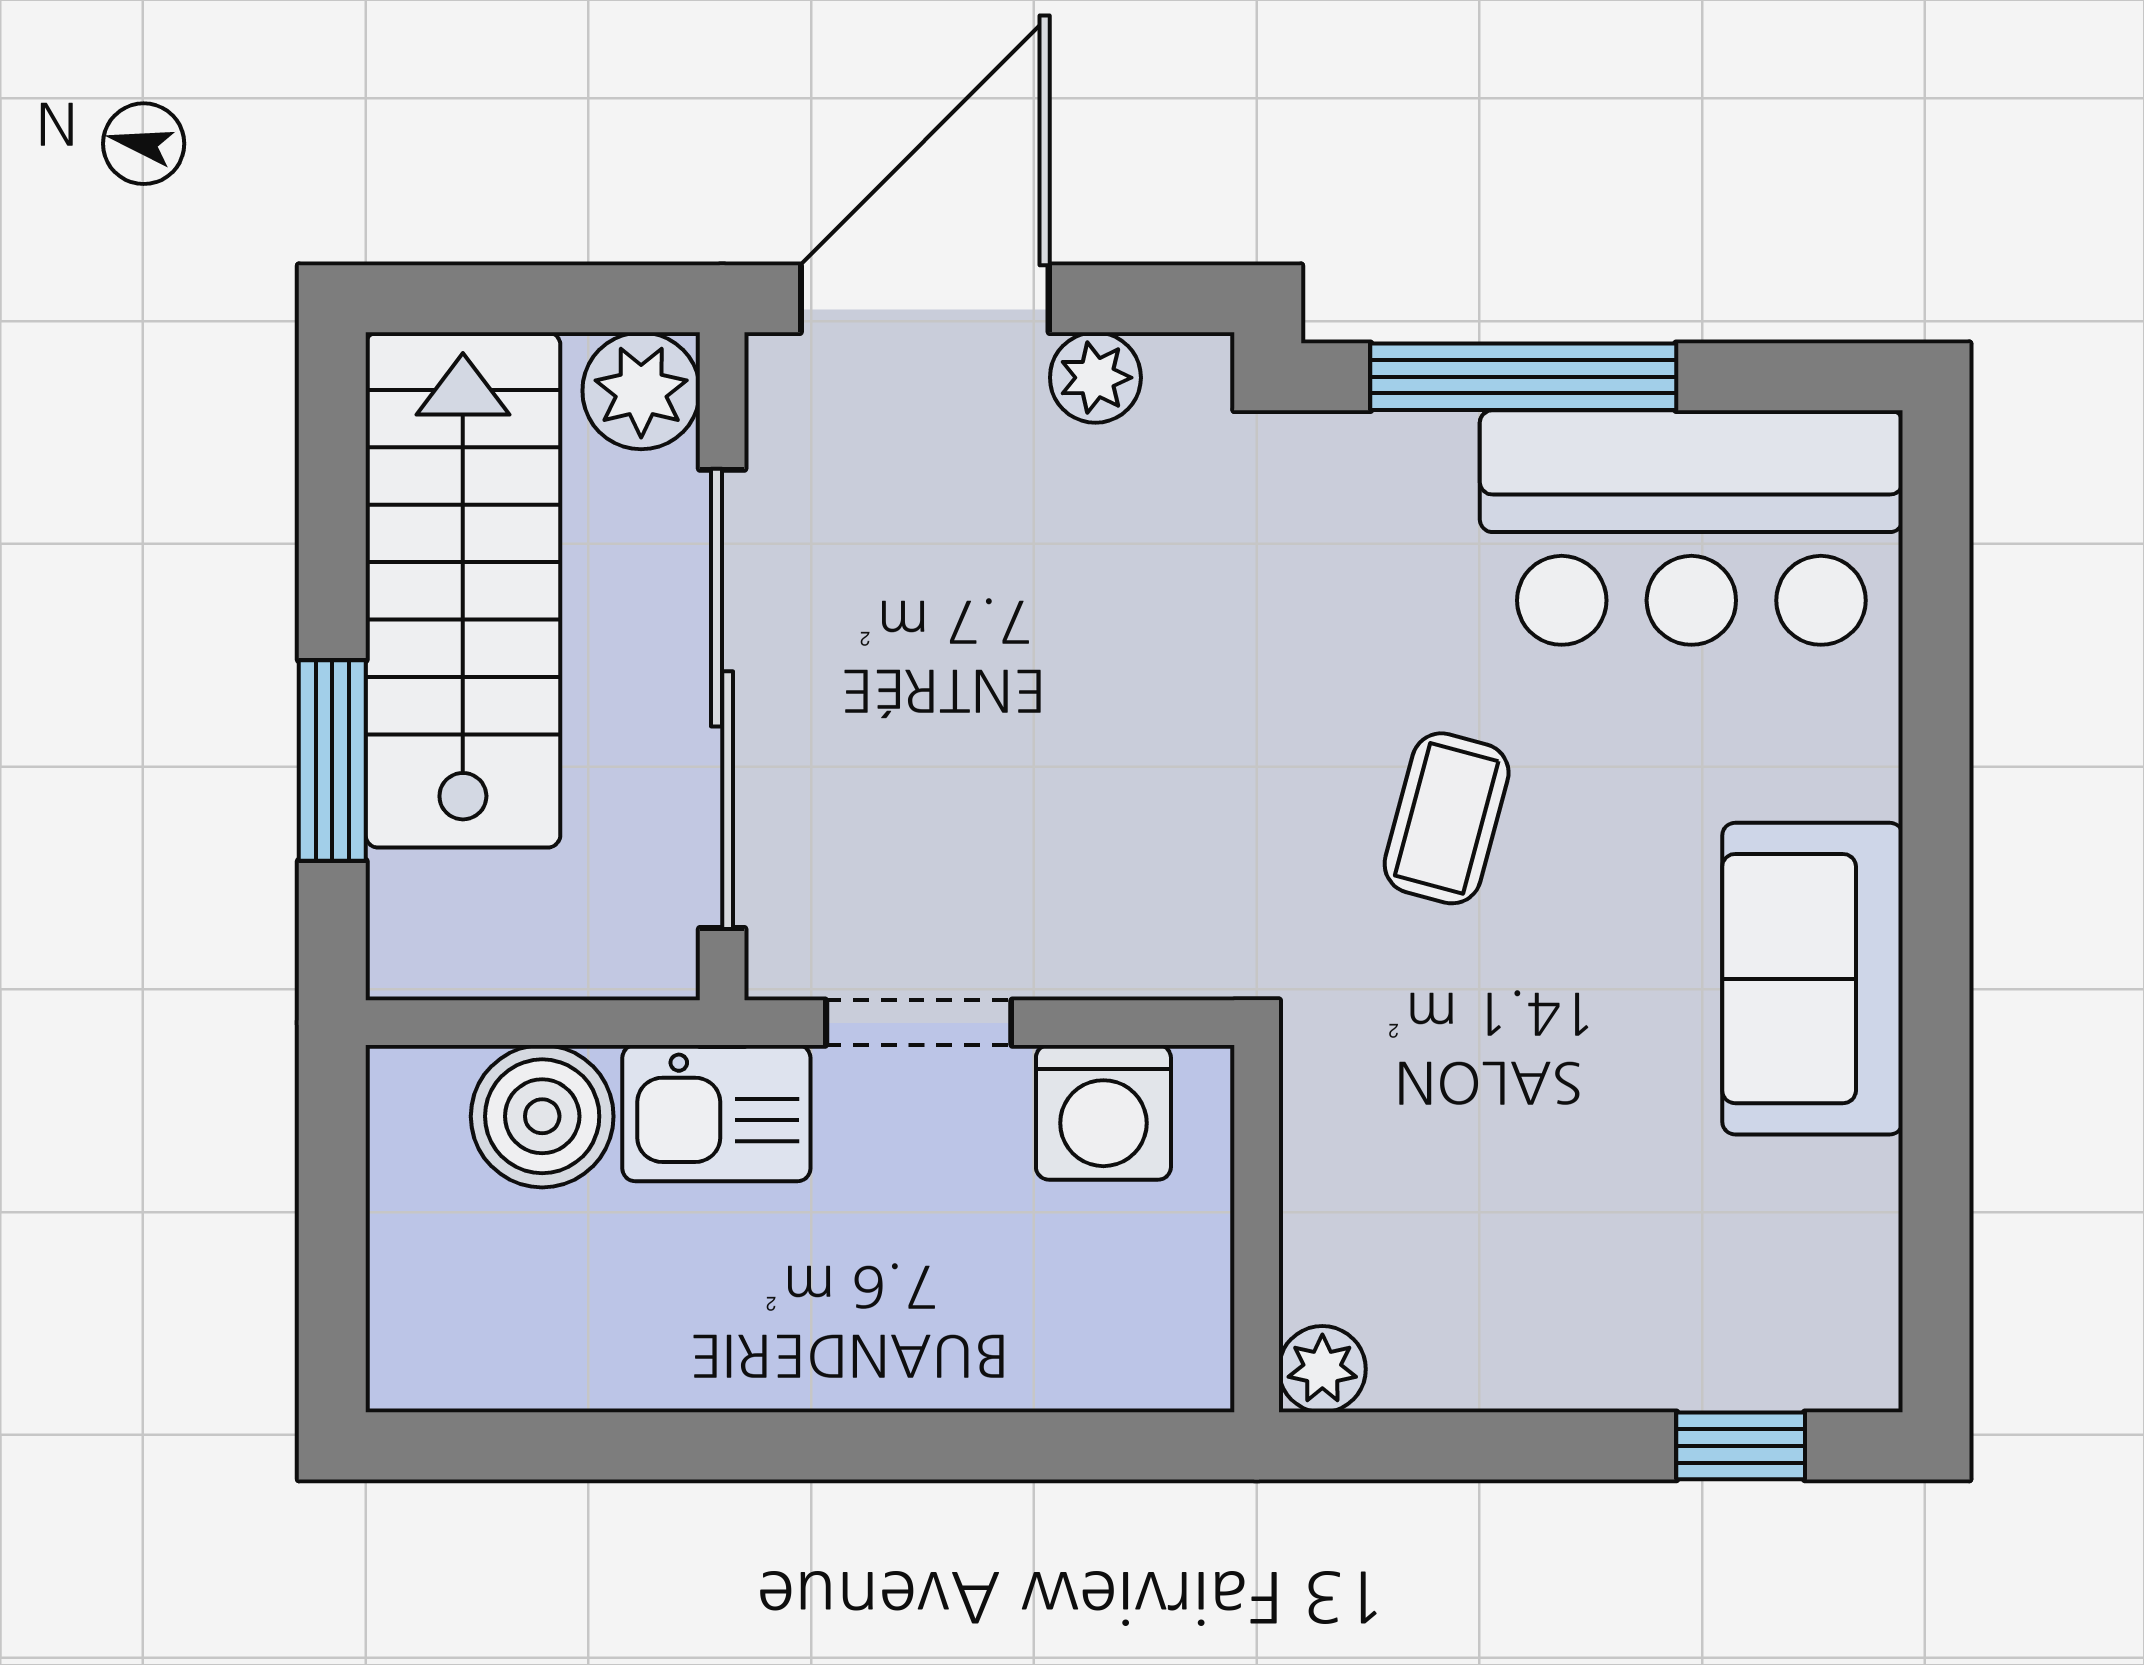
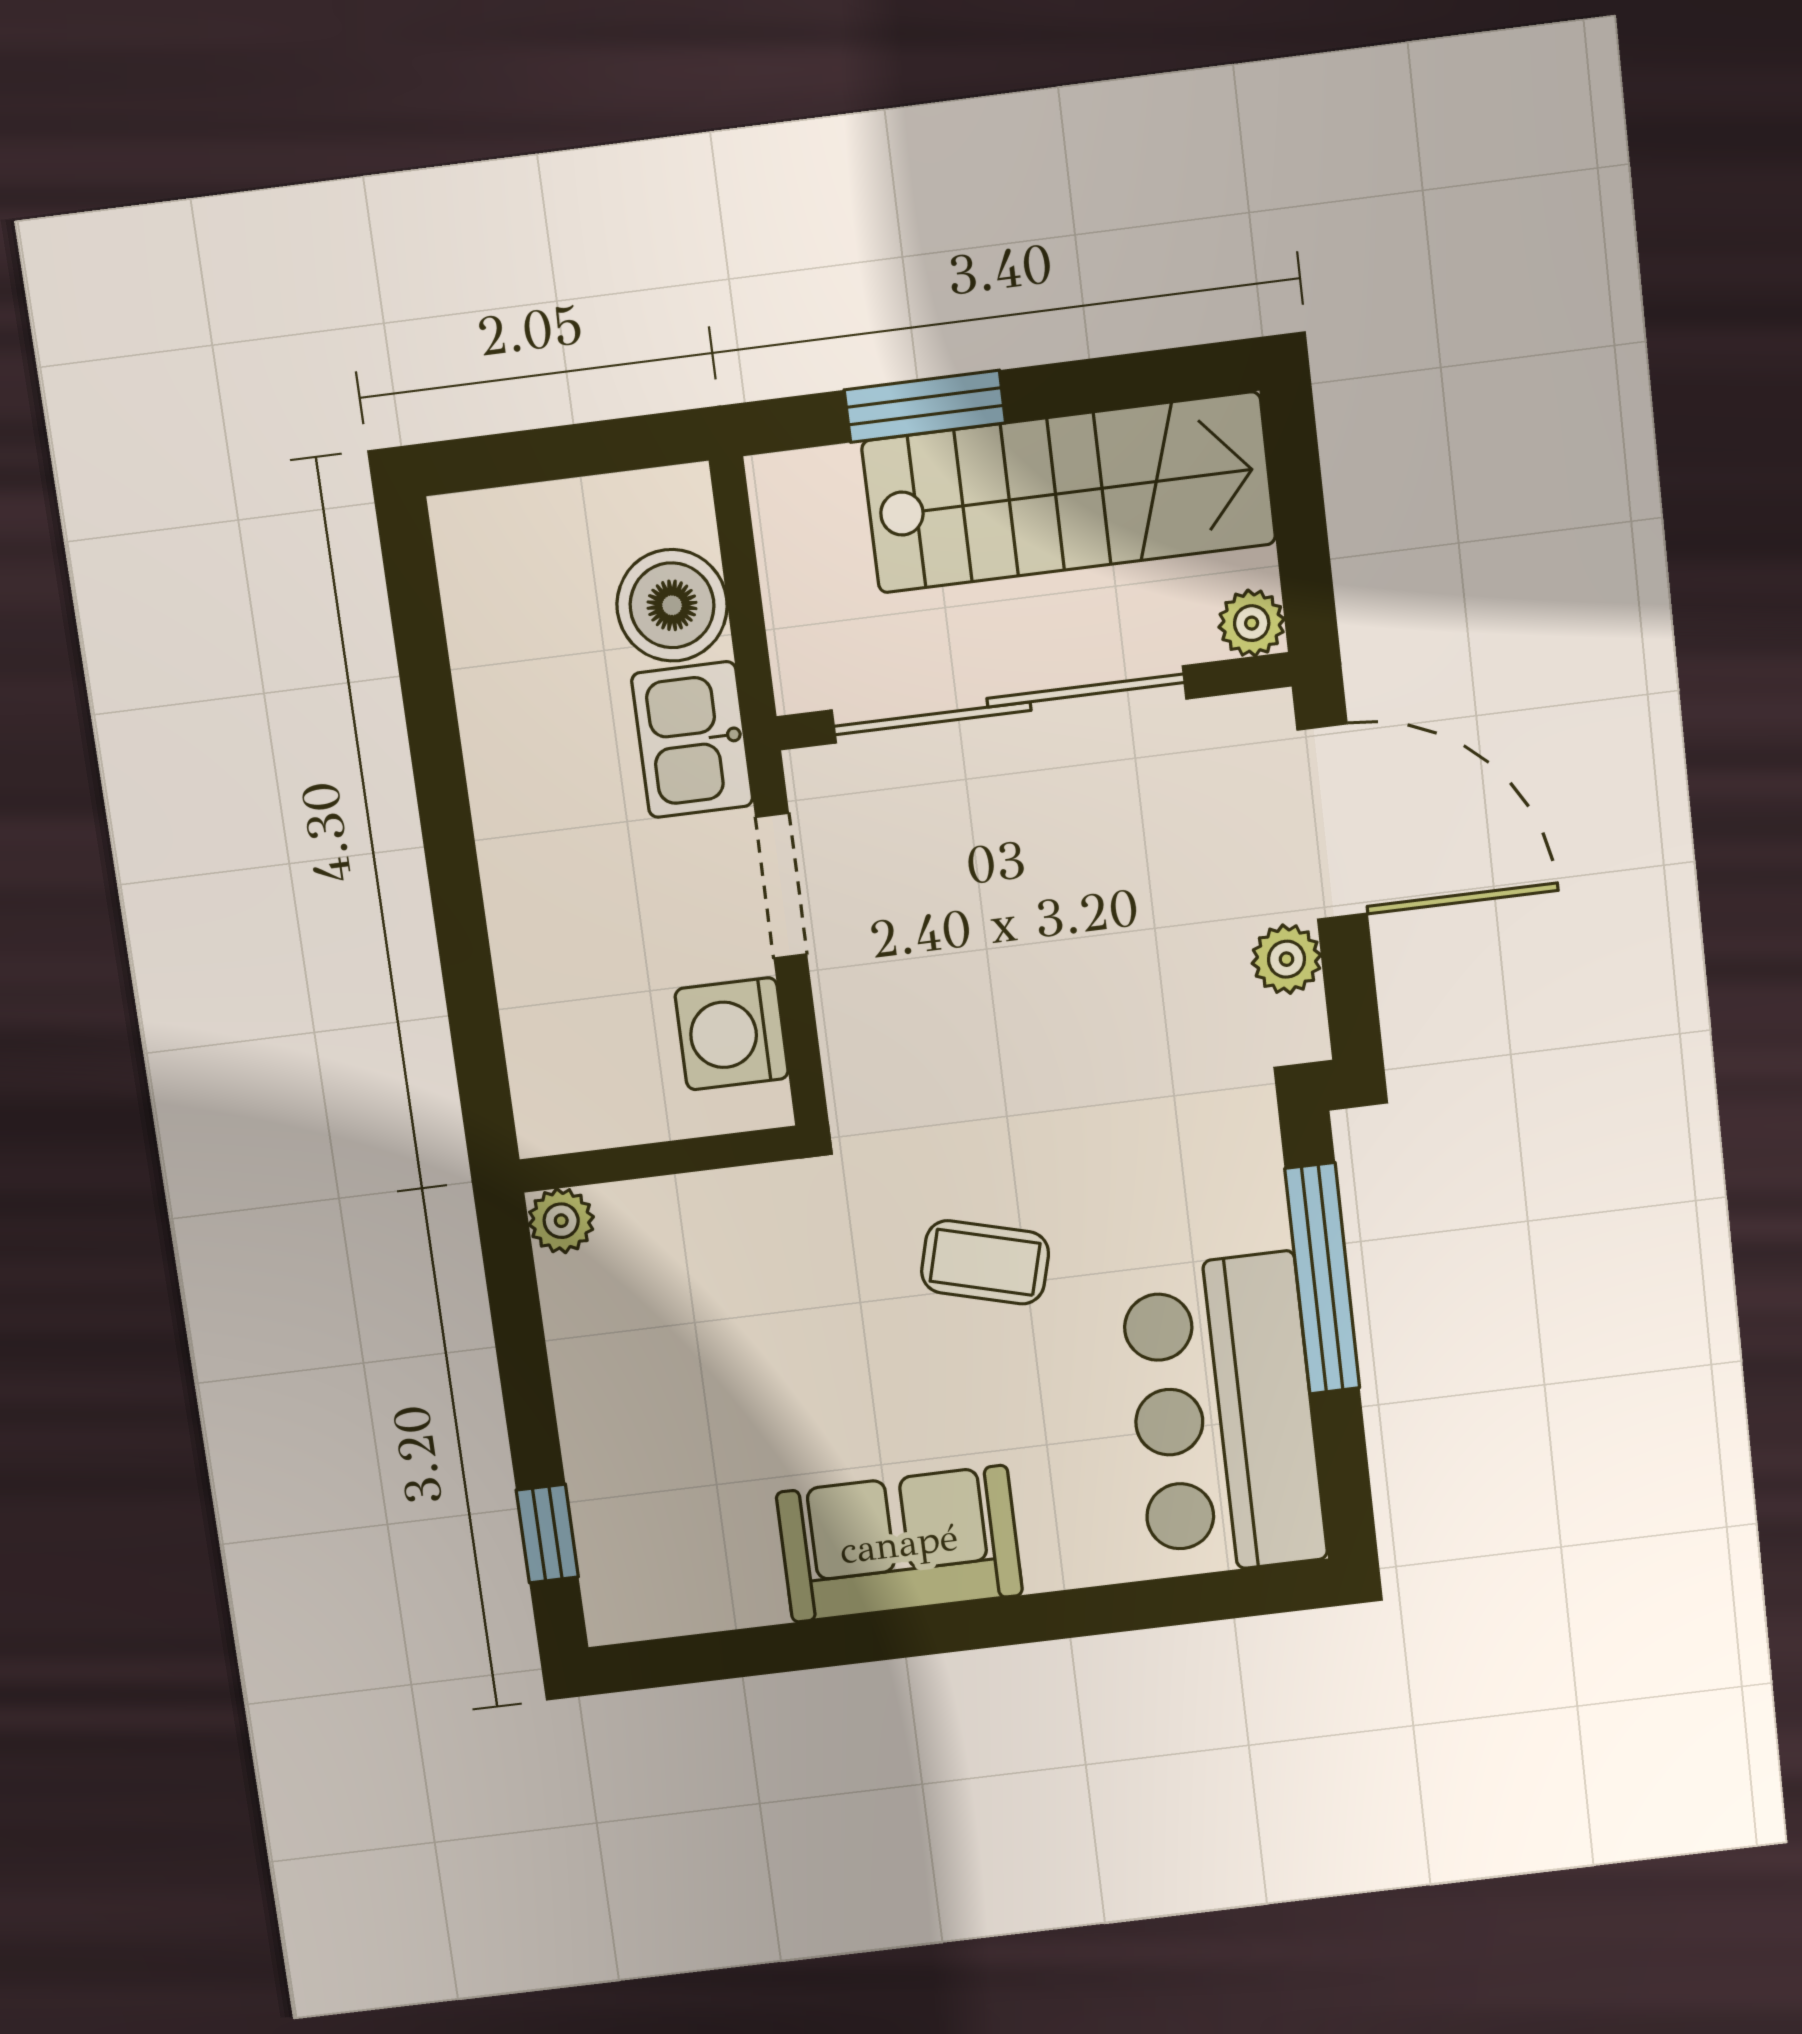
plant: (641, 391) -> (1252, 623), width x0.73, depth x0.73

